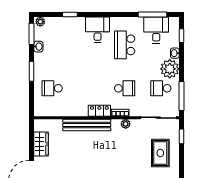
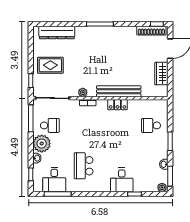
desk: (98, 30) -> (122, 180), moved
school desk: (125, 45) -> (84, 166), turned 180
school desk: (52, 88) -> (151, 125), turned 180
school desk: (125, 88) -> (84, 125), removed
locker: (99, 111) -> (118, 105), moved
rug: (160, 153) -> (50, 65), turned 90

